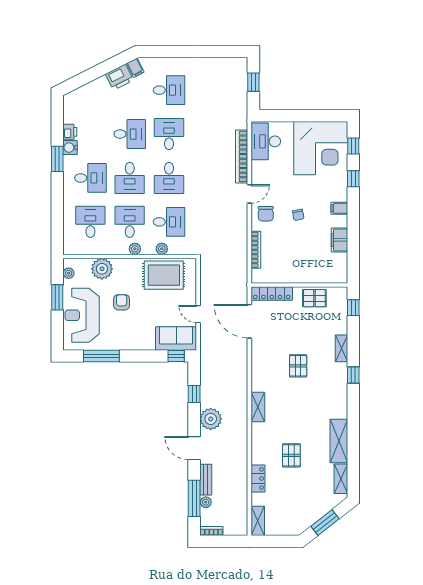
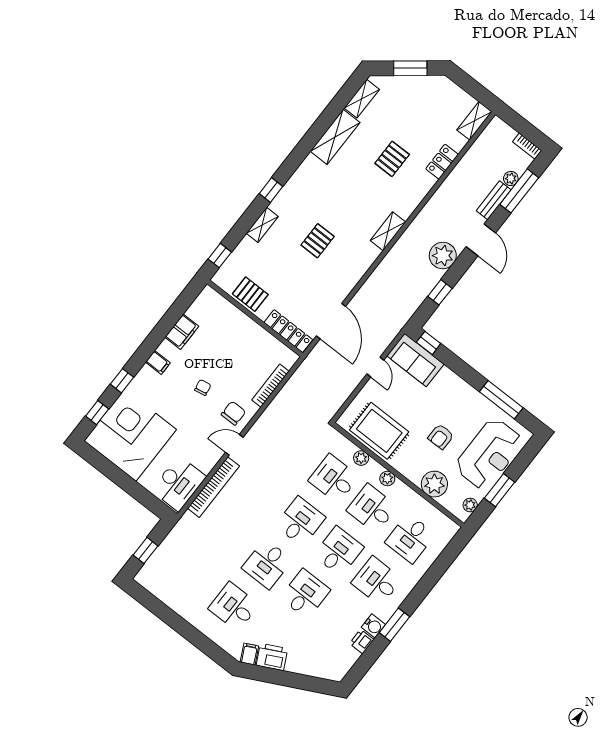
desk: (130, 134) -> (305, 594), turned 90
desk: (130, 222) -> (372, 509), turned 90

